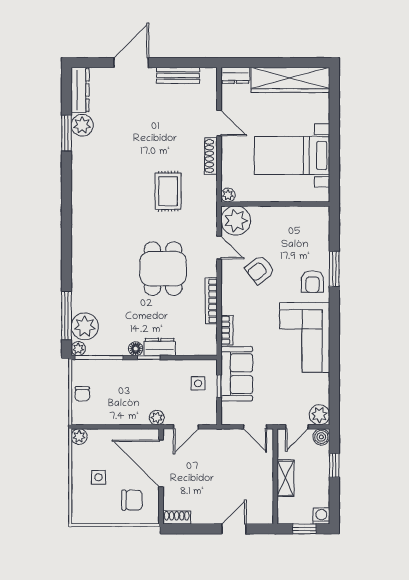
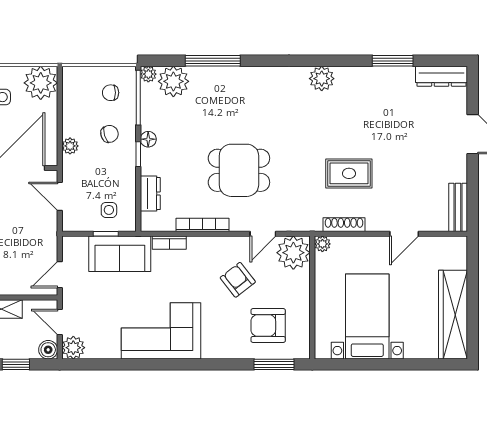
bench: (178, 75) -> (458, 207), moved
dresser: (235, 75) -> (458, 252), removed
plant: (82, 125) -> (322, 79), moved
shoe rack: (211, 156) -> (344, 225), moved
rug: (168, 191) -> (349, 173), moved
window: (334, 269) -> (274, 364), moved
armchair: (313, 282) -> (268, 326), moved, width x1.38, depth x1.38
window: (66, 316) -> (213, 61), moved
dresser: (160, 347) -> (150, 194), moved
chair: (131, 383) -> (110, 134), added
chair: (82, 394) -> (111, 93), moved
plant: (157, 418) -> (70, 146), moved
plant: (79, 437) -> (41, 83), width x1.88, depth x1.88

